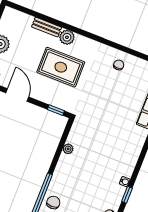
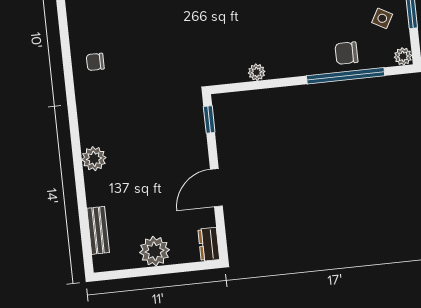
bench: (47, 27) -> (98, 230), moved
rug: (61, 67) -> (142, 145), removed

